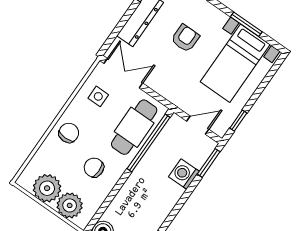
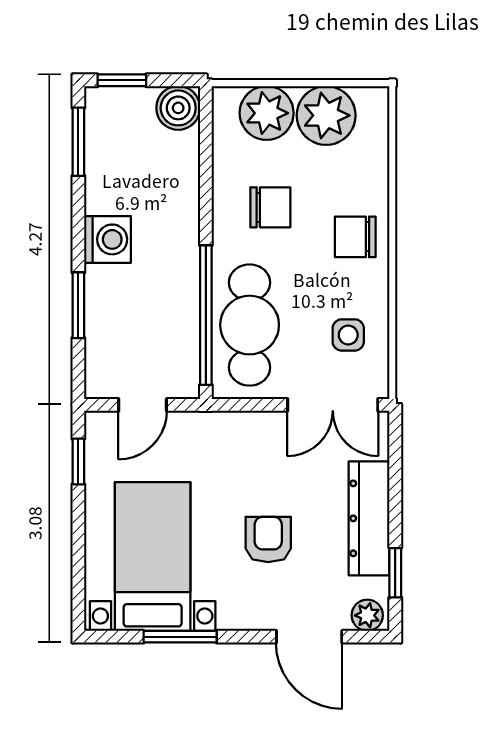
armchair: (185, 38) -> (268, 540), turned 180
chair: (69, 133) -> (355, 237), turned 90
window: (209, 163) -> (78, 305), moved
washing machine: (184, 174) -> (108, 239), moved

